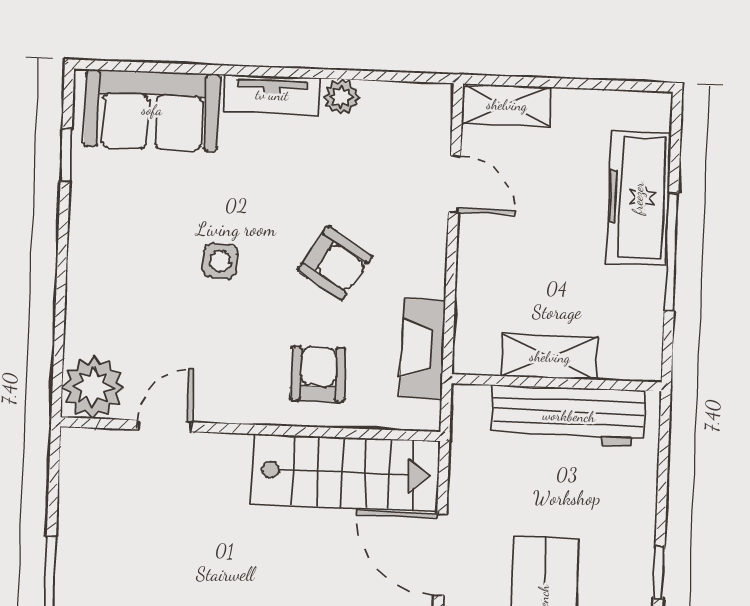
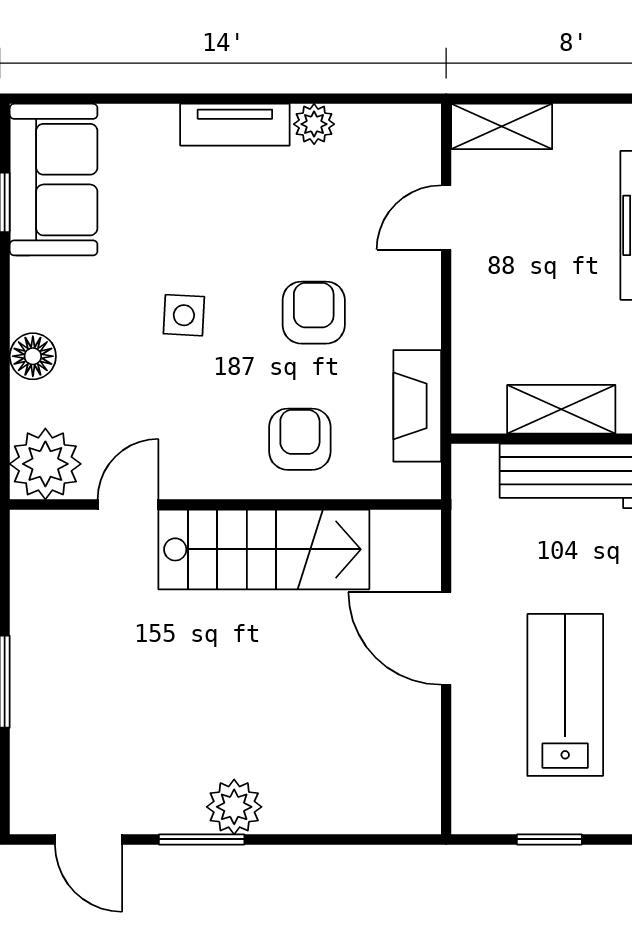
sofa: (152, 110) -> (54, 180), moved, turned -90
door: (455, 184) -> (446, 218), swing flipped
armchair: (335, 263) -> (314, 313), turned -122
floor lamp: (86, 292) -> (33, 356), added
stairs: (345, 472) -> (264, 549), moved

